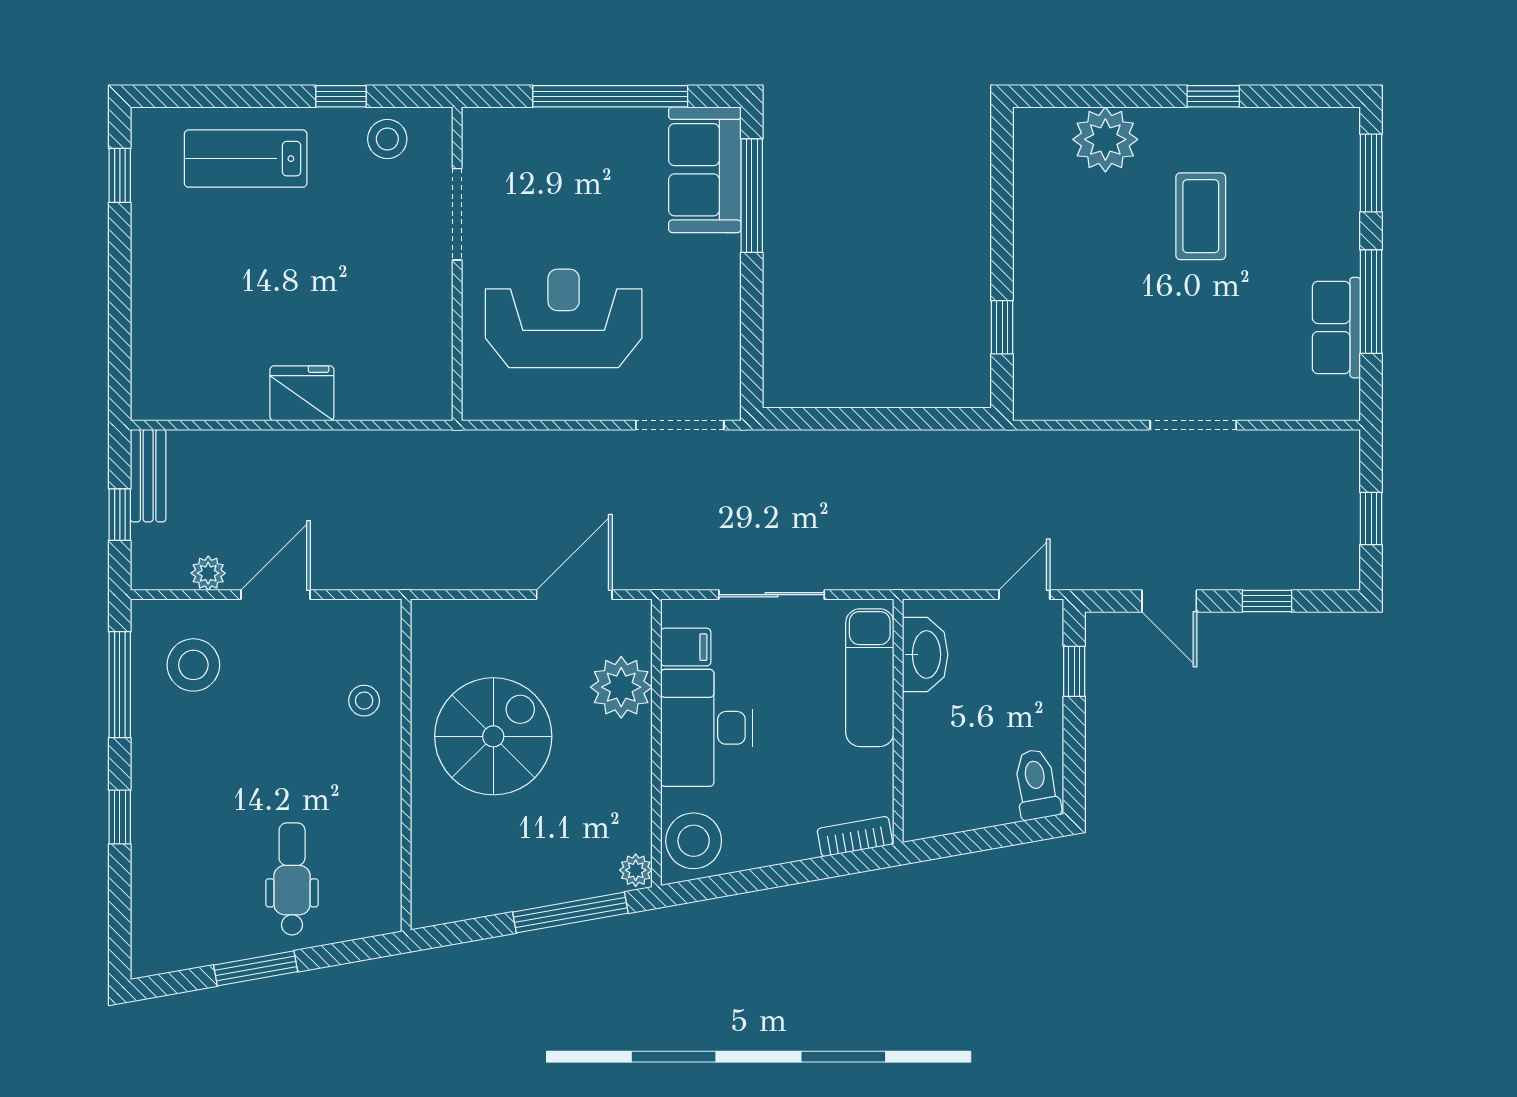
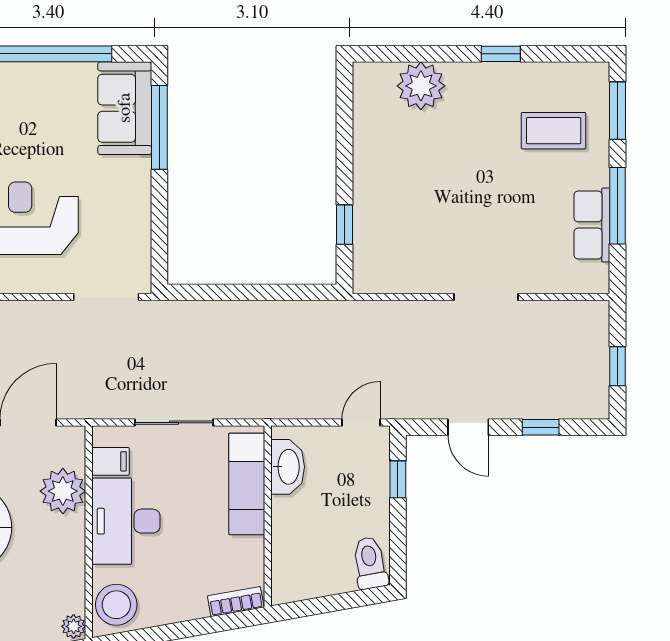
coffee table: (1201, 216) -> (554, 131), moved, turned 90

